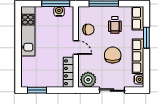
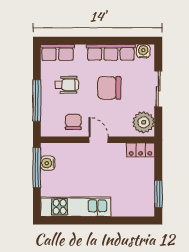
window: (146, 38) -> (85, 41), removed
door: (76, 47) -> (99, 140), hinge flipped
locker: (68, 72) -> (141, 150), width x0.66

